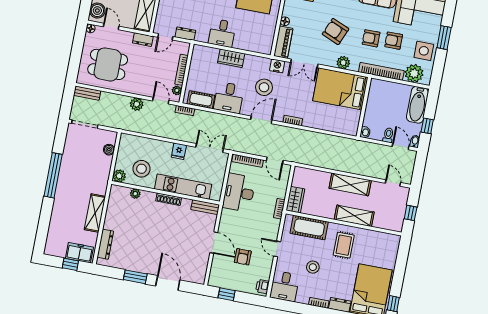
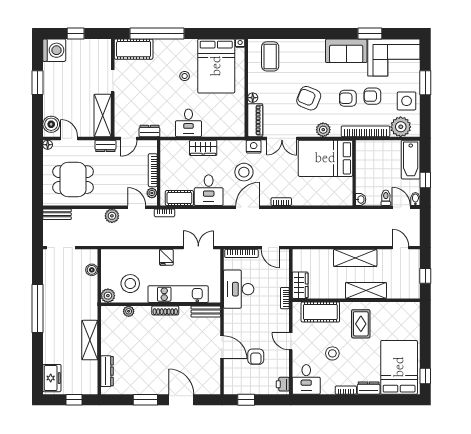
freezer: (79, 253) -> (52, 378), moved, turned 90

